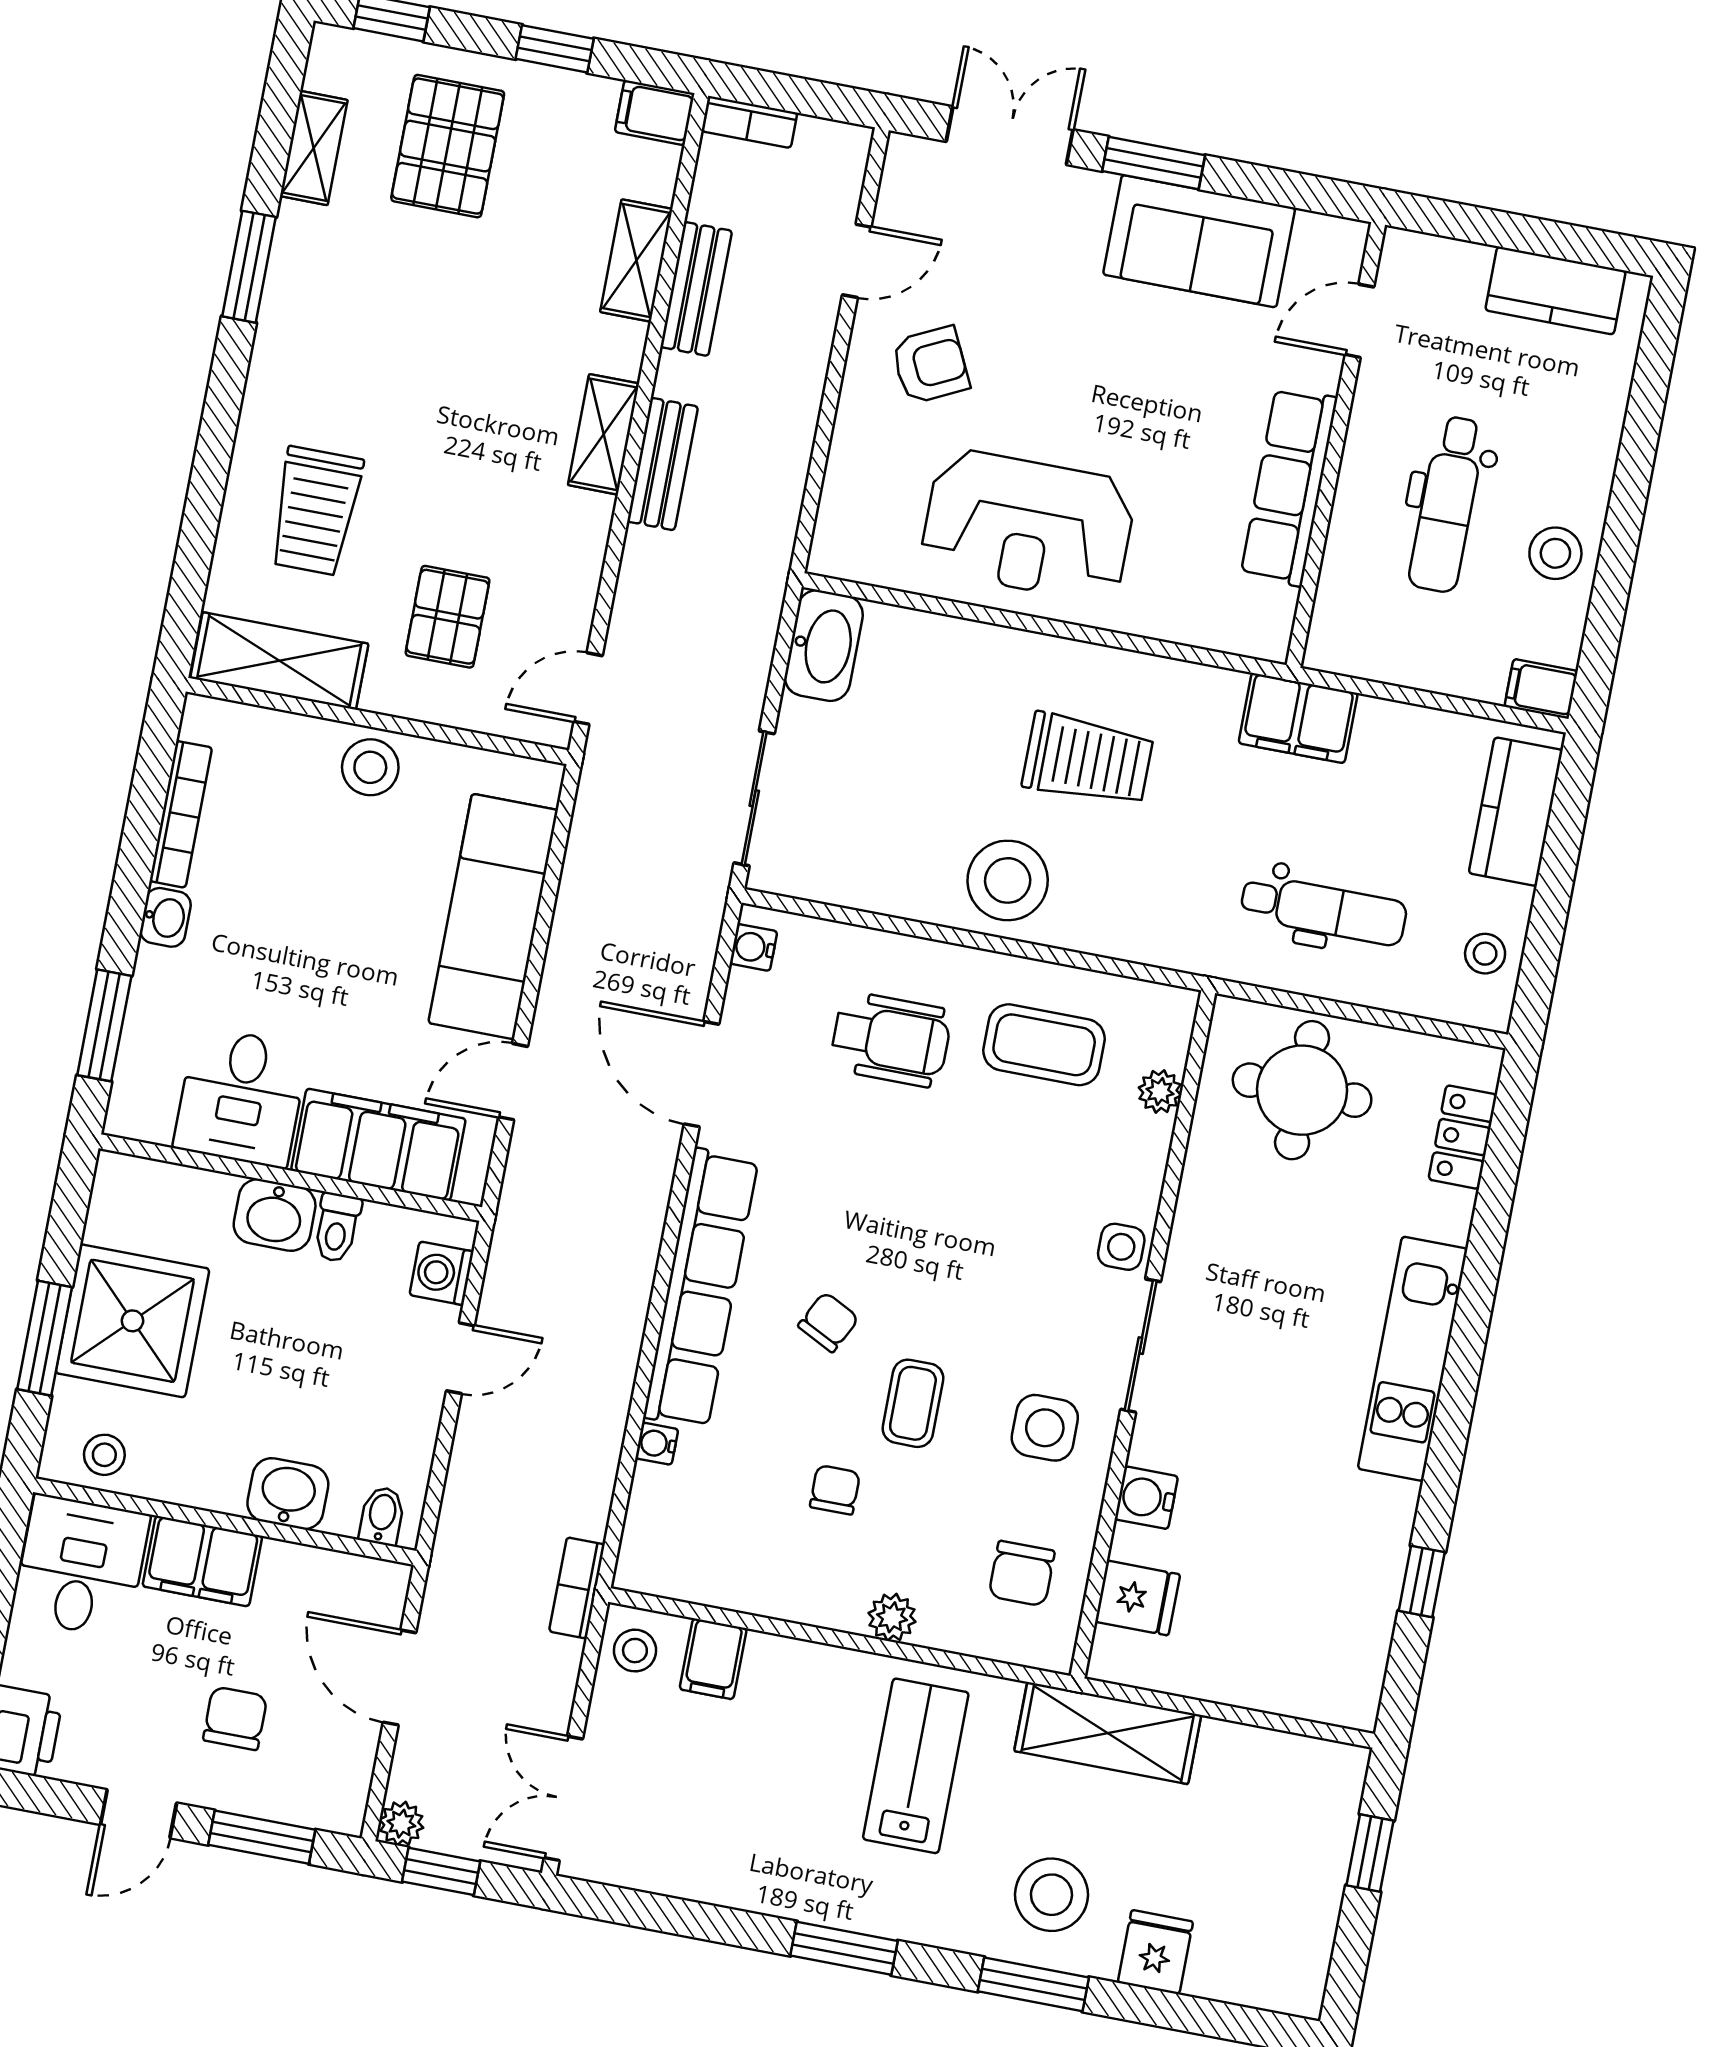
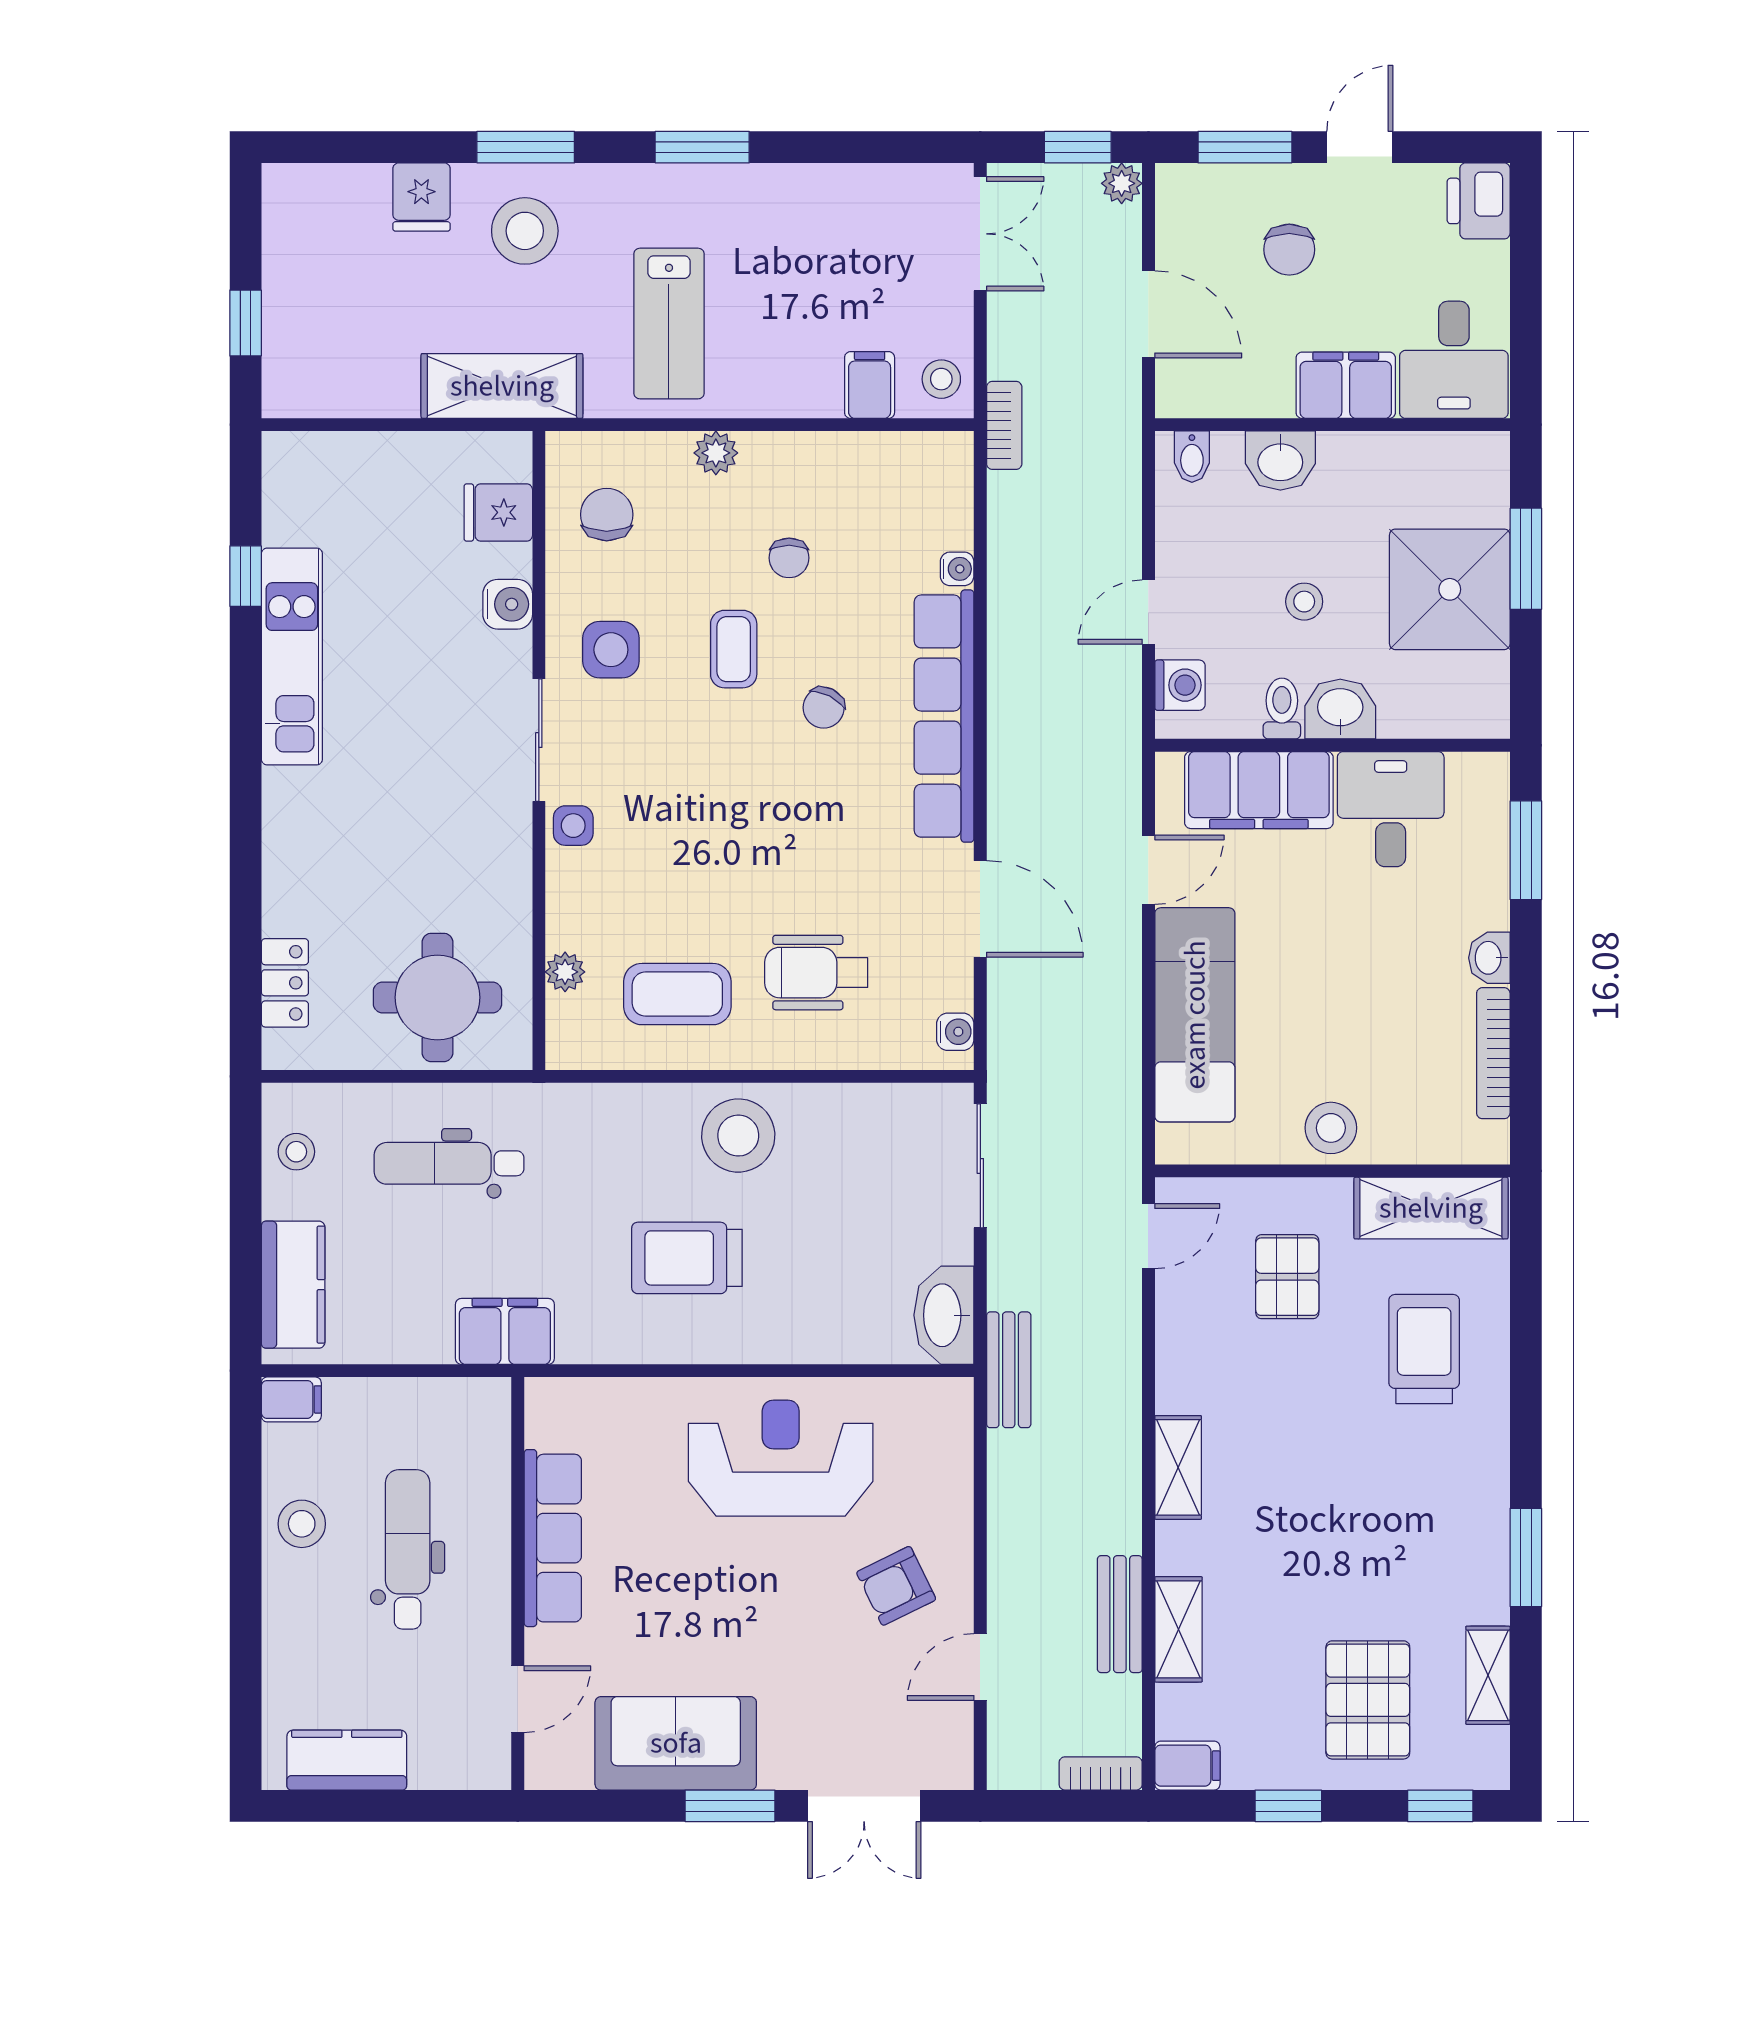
bench: (663, 464) -> (1009, 1370), moved
kitchen unit: (1413, 1359) -> (292, 656), moved
stool: (104, 1455) -> (1304, 602), moved

